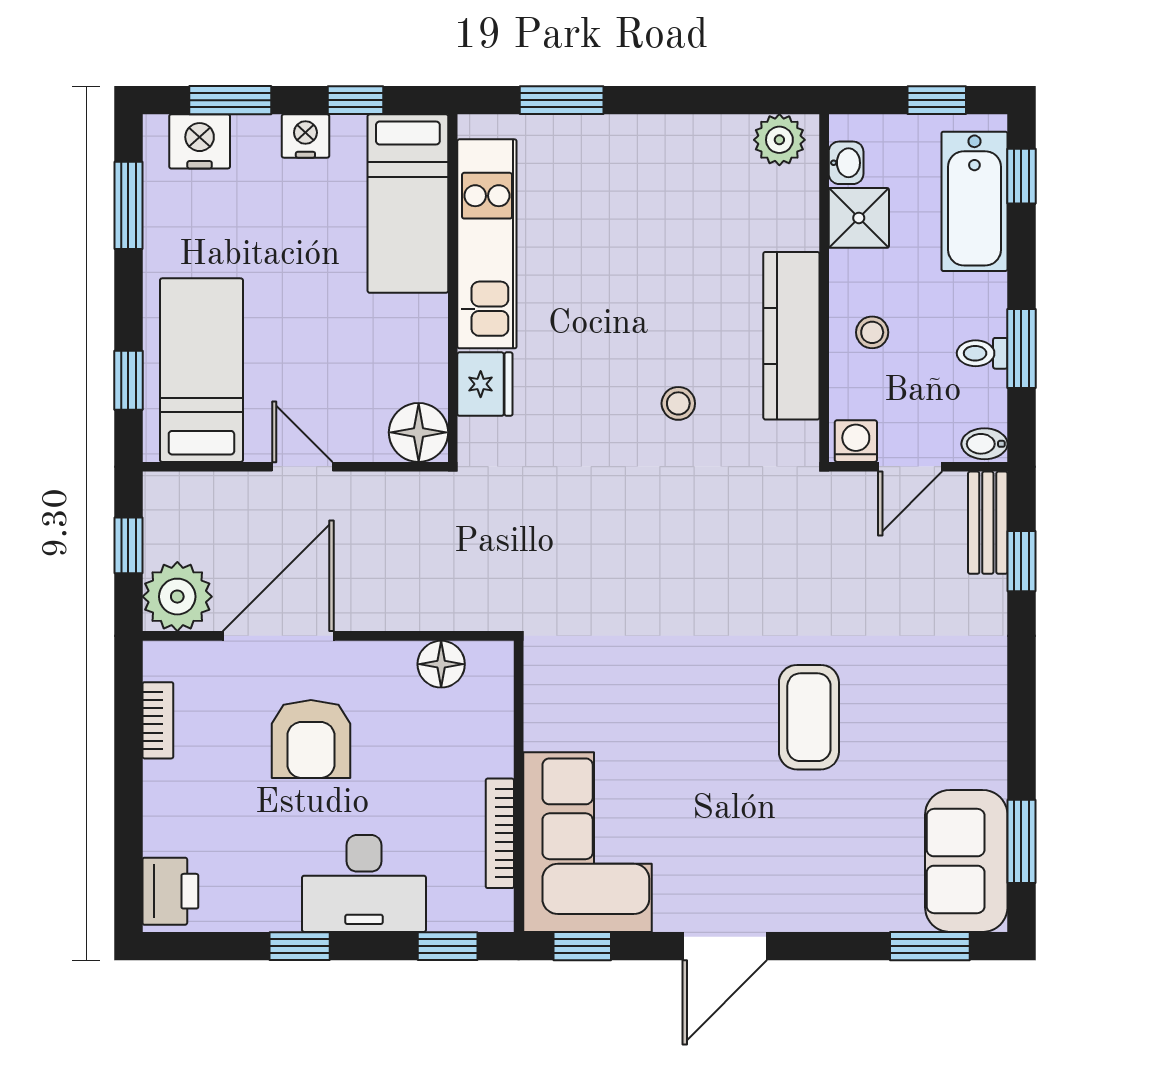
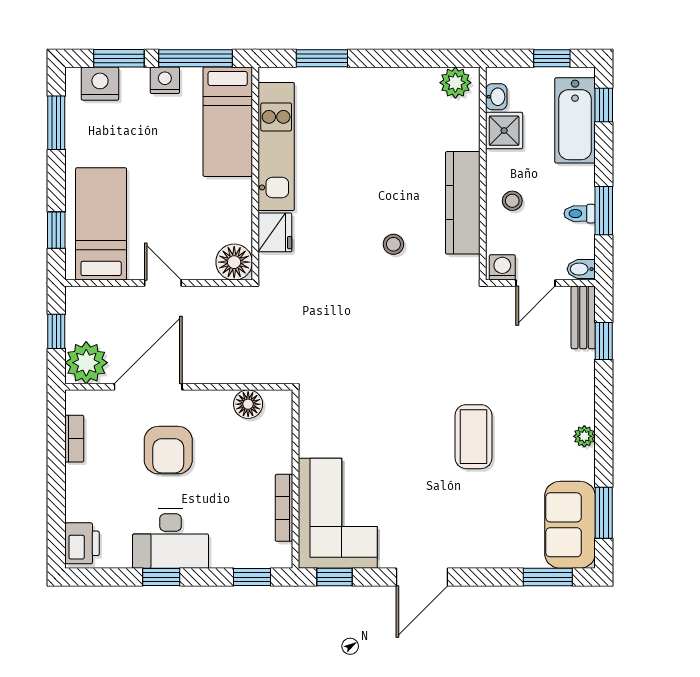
window: (355, 100) -> (195, 58), width x2.17
plant: (990, 717) -> (584, 436), added
desk: (364, 883) -> (171, 539), moved

